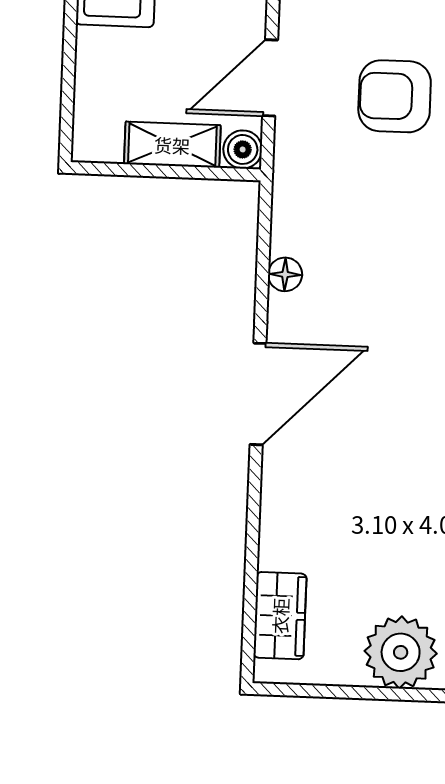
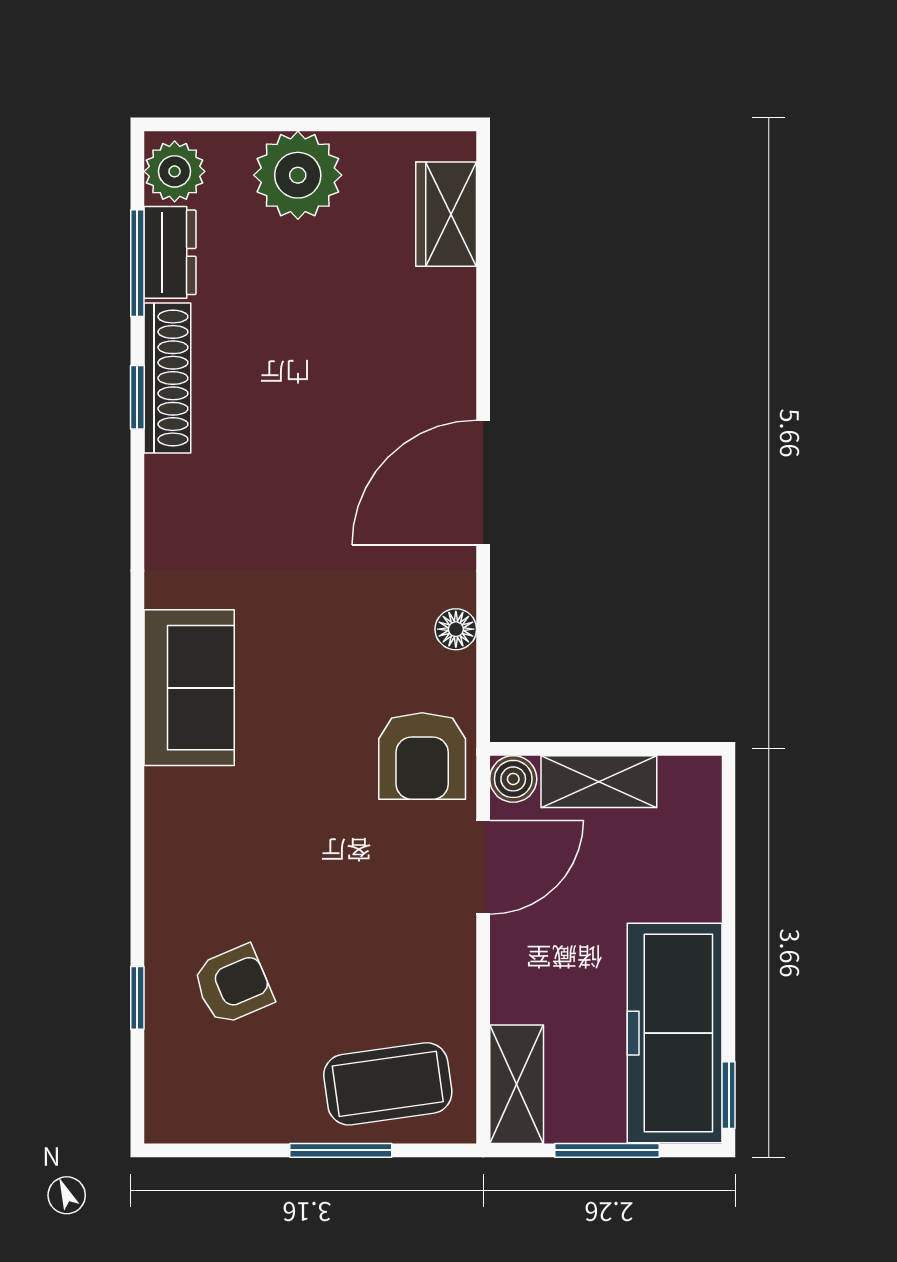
armchair: (395, 96) -> (422, 756), moved, turned 90

